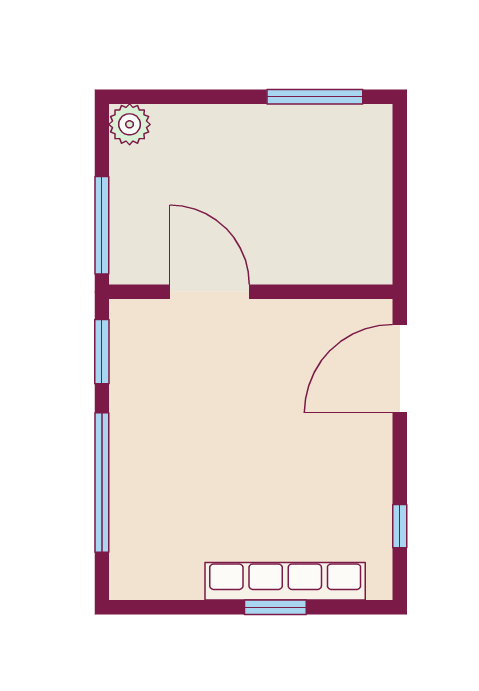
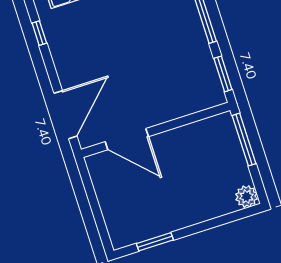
window: (315, 97) -> (155, 242), width x0.69
door: (210, 292) -> (127, 139), moved

